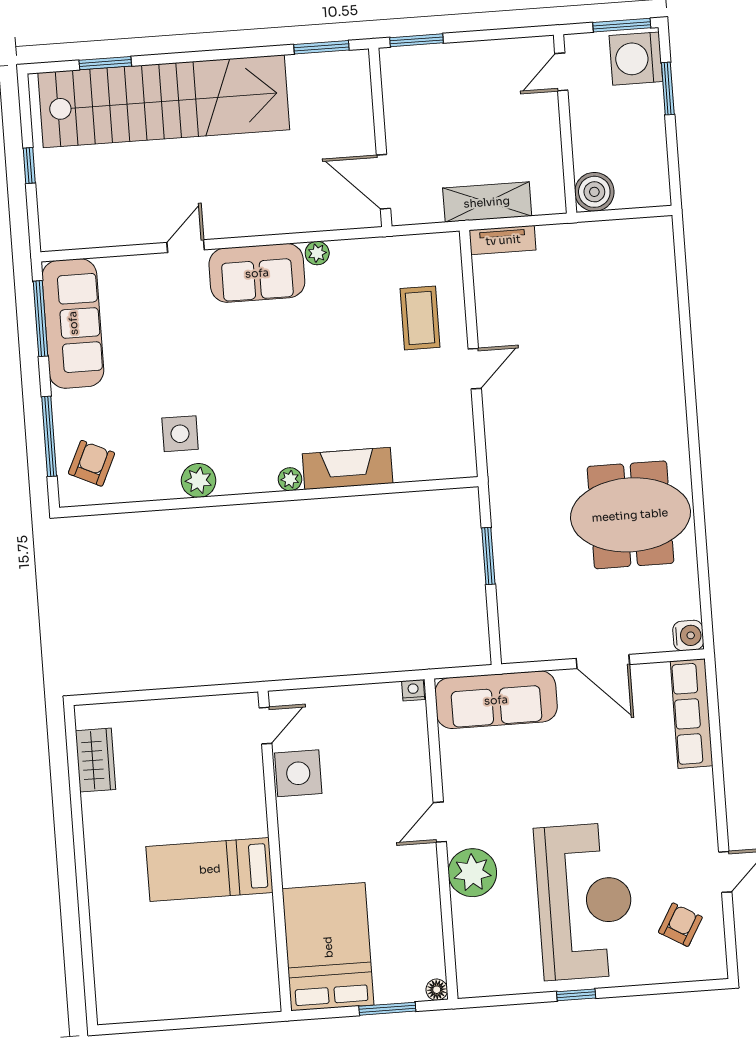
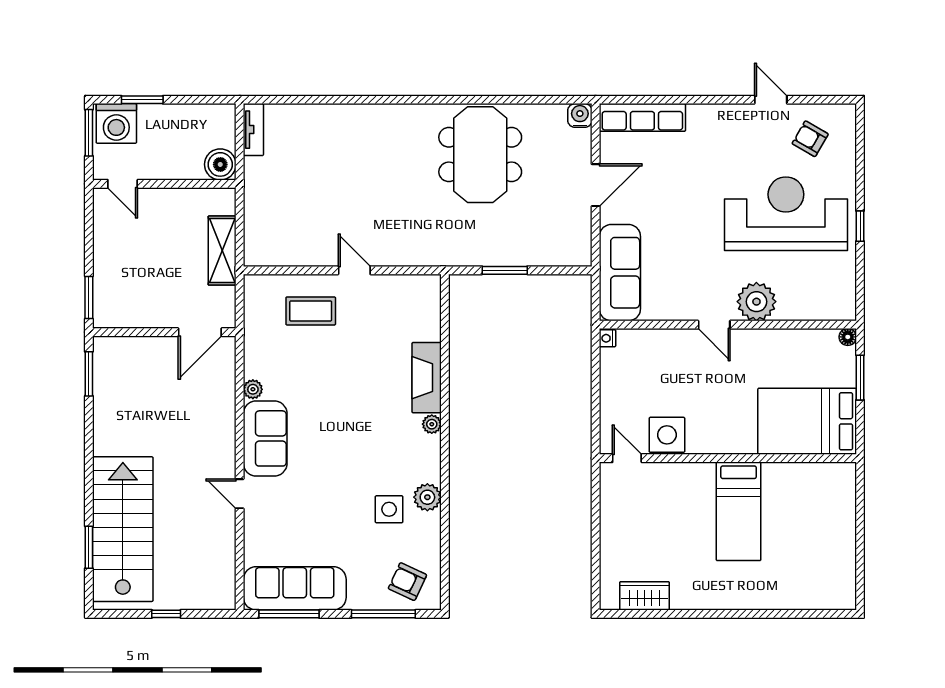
stairs: (164, 101) -> (123, 529), width x0.73
tv unit: (503, 240) -> (253, 130), moved

